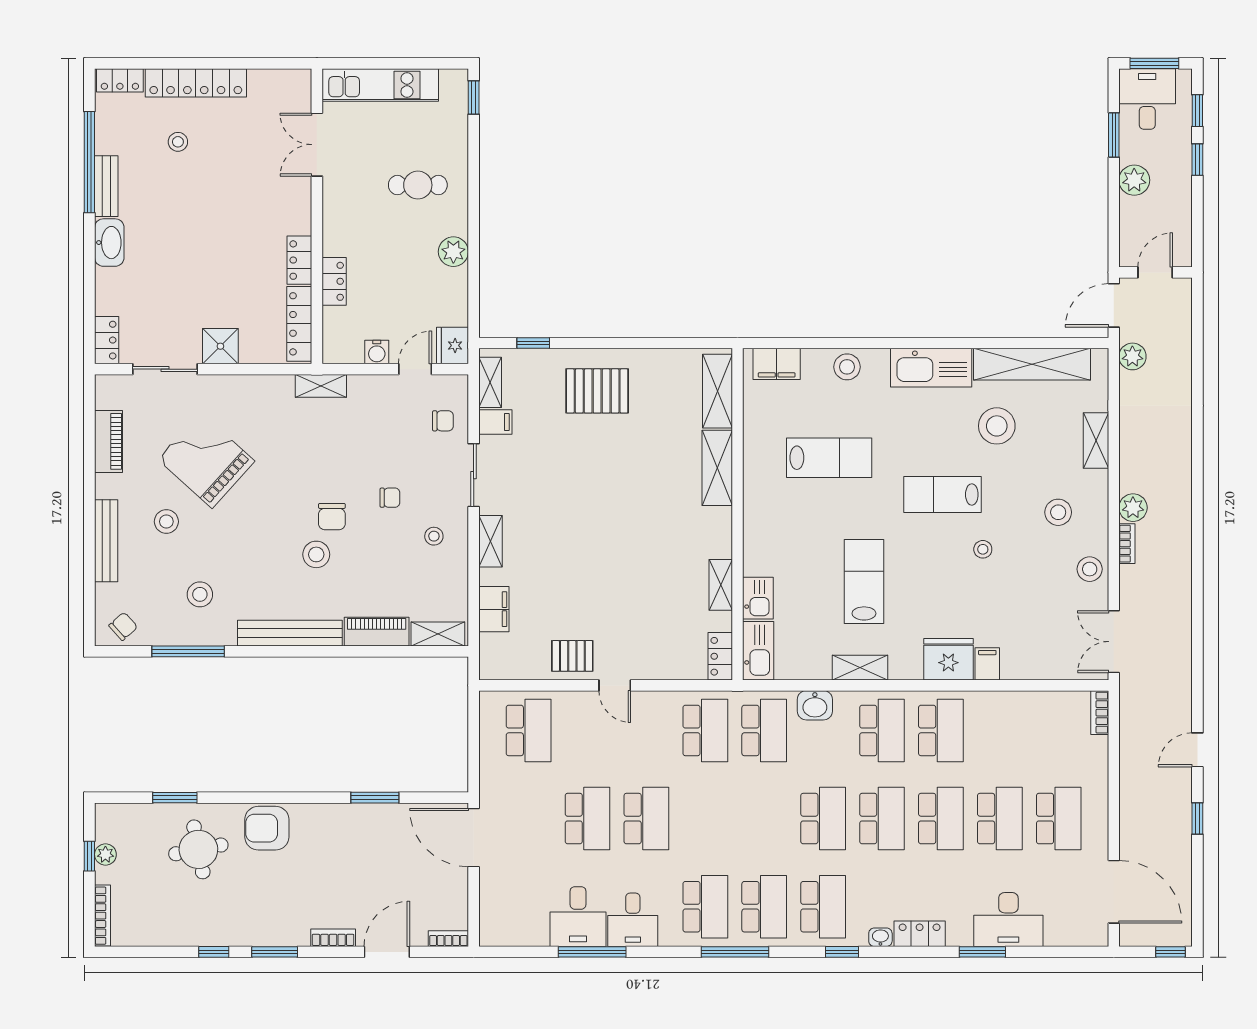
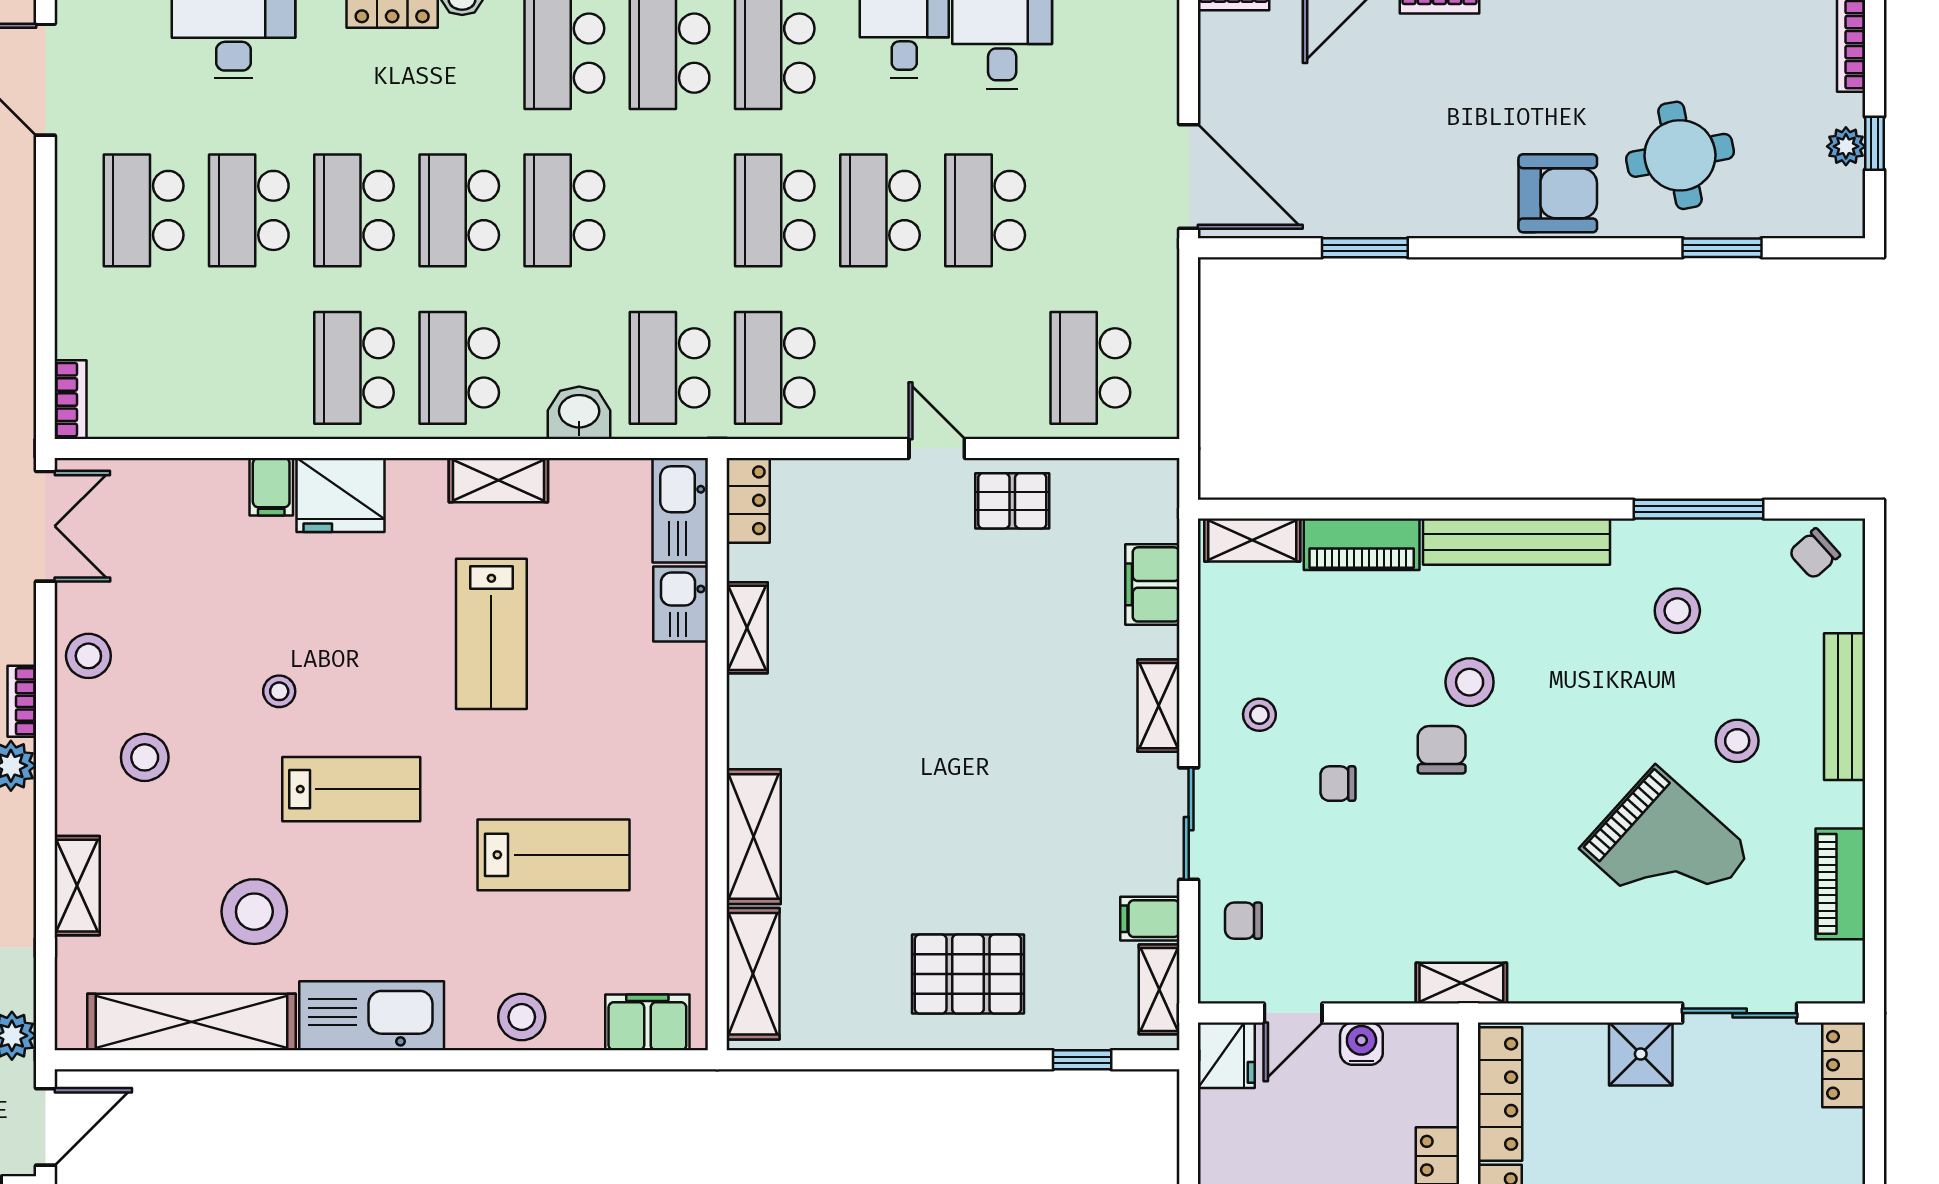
lab bench: (829, 458) -> (554, 855), turned 180
school desk: (705, 819) -> (775, 210), added

